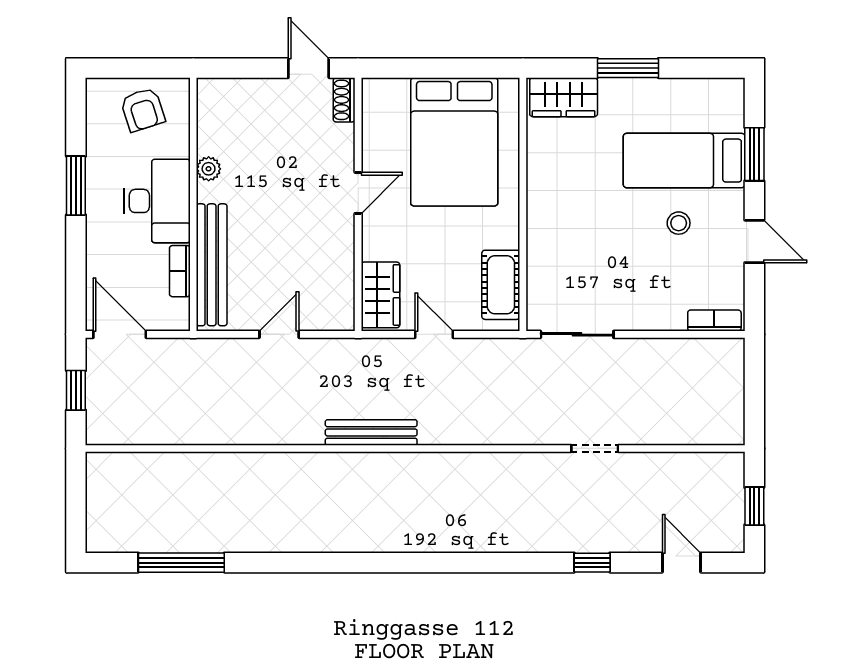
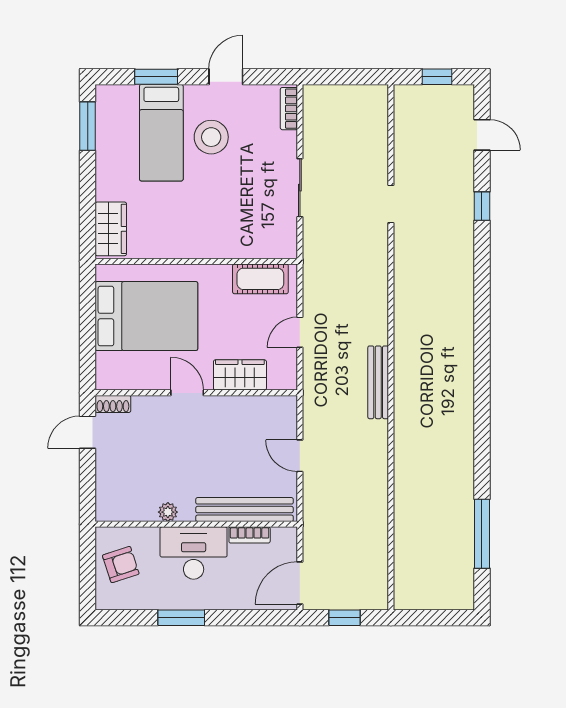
window: (628, 68) -> (88, 126), moved
stool: (679, 223) -> (211, 137), width x1.89, depth x1.89
wardrobe: (380, 295) -> (240, 375), moved
sliding door: (577, 334) -> (300, 188), moved
door: (681, 563) -> (482, 135), swing flipped

